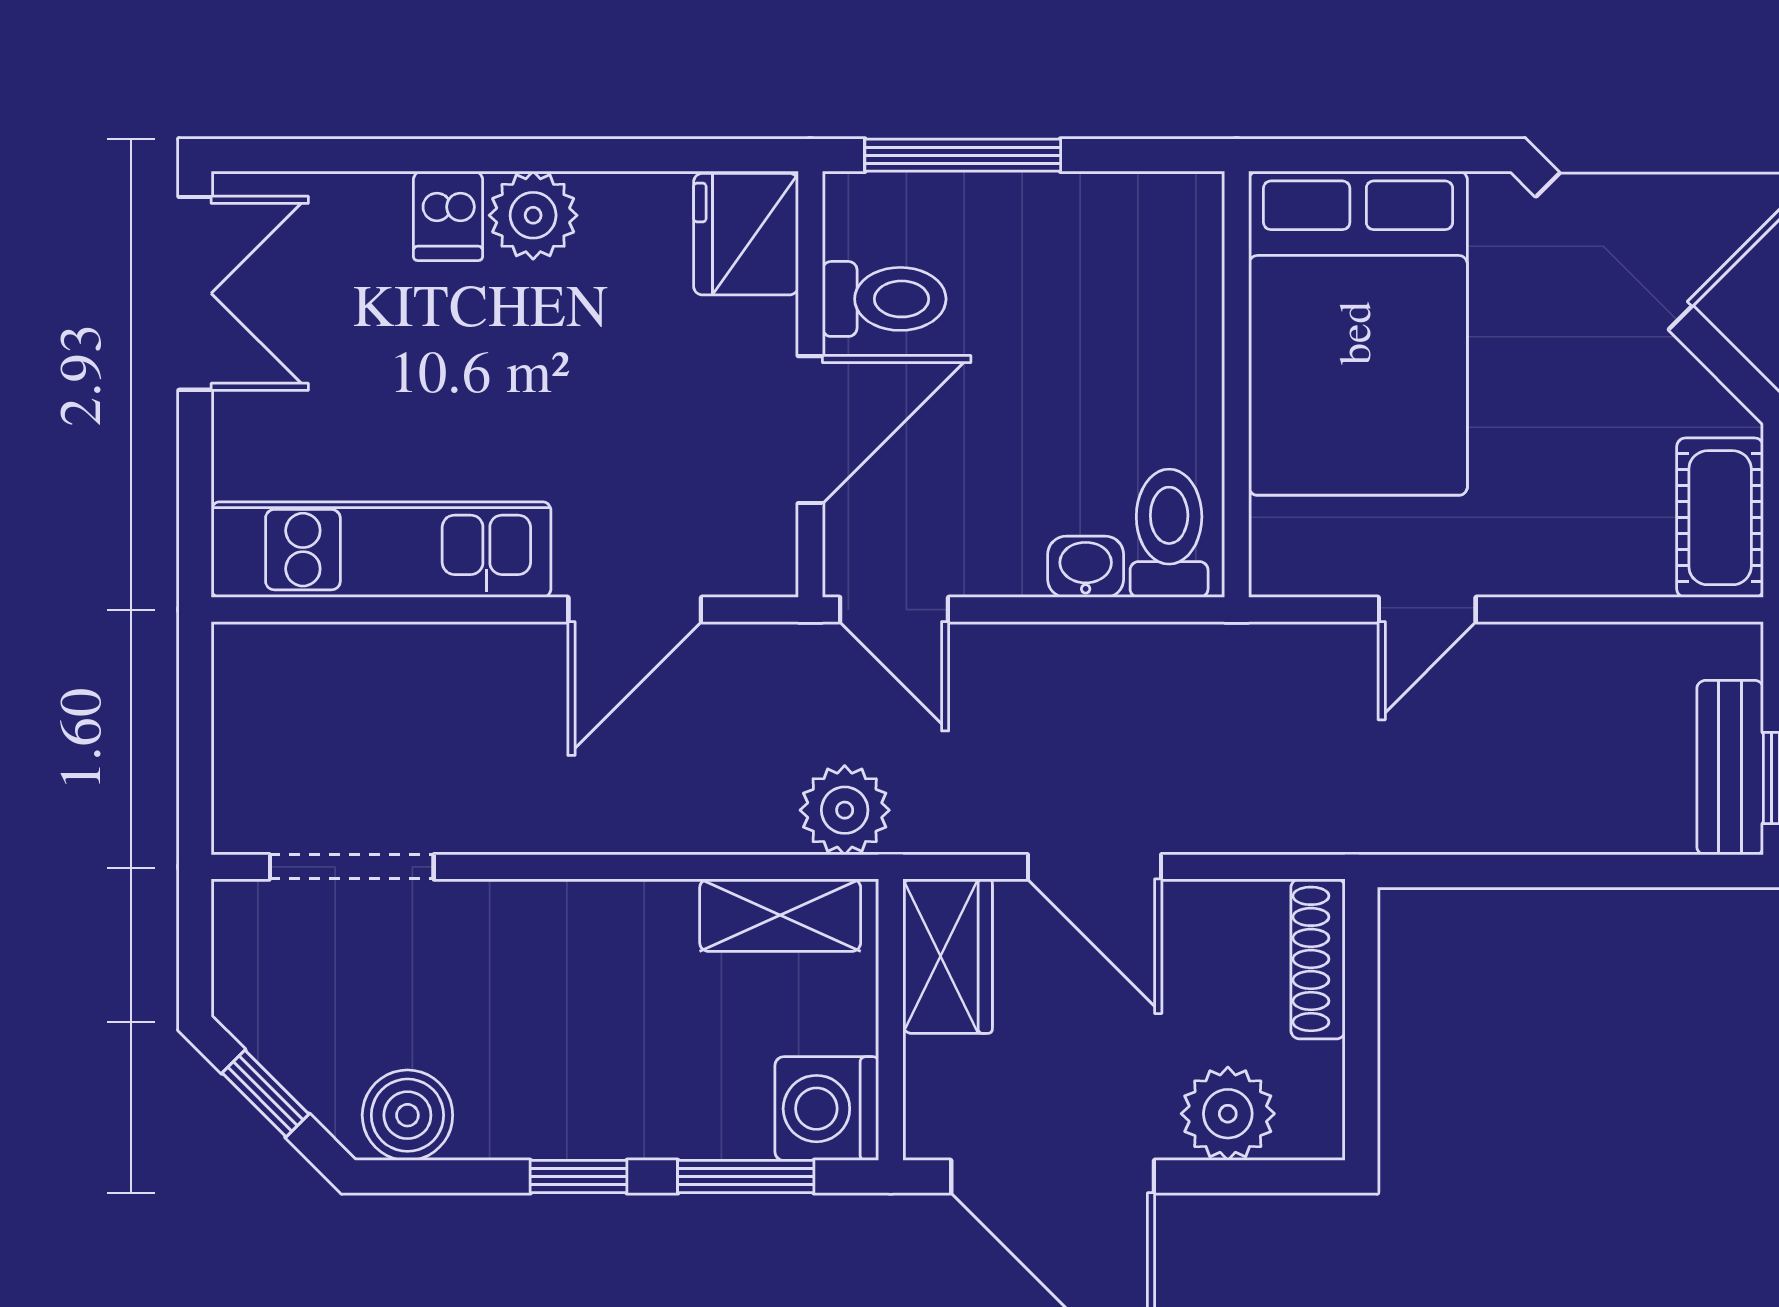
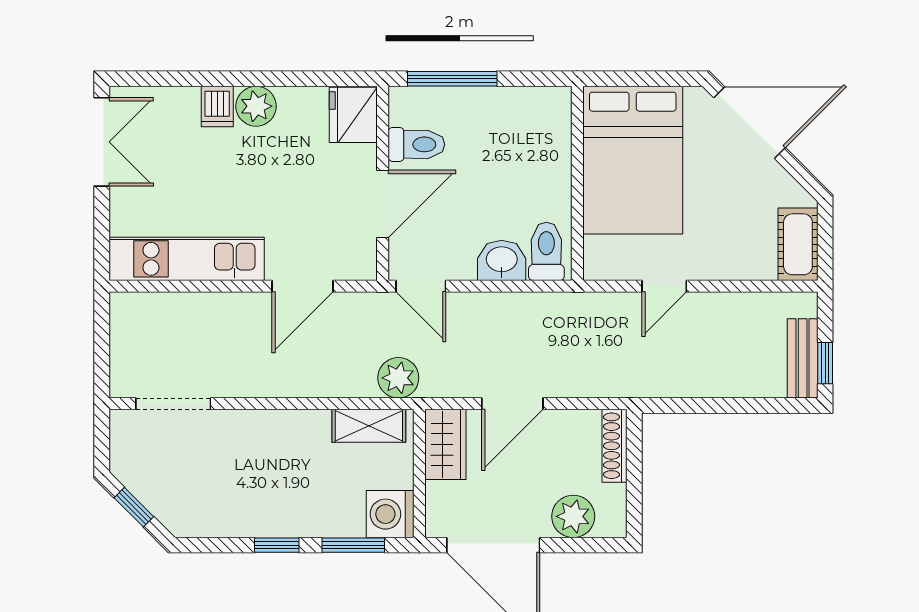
washbasin: (1086, 567) -> (502, 260), width x1.38, depth x1.45
door: (1095, 867) -> (512, 404), hinge flipped
boiler: (407, 1115) -> (199, 517), removed

